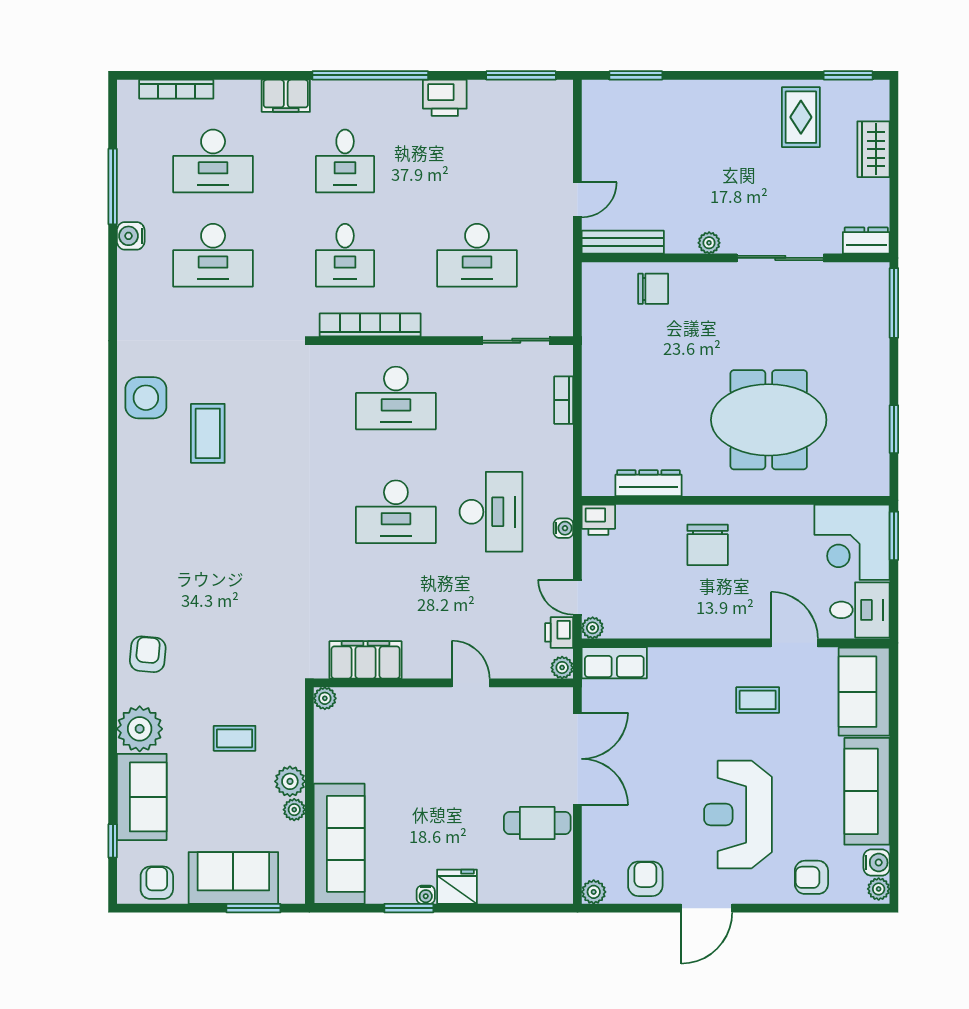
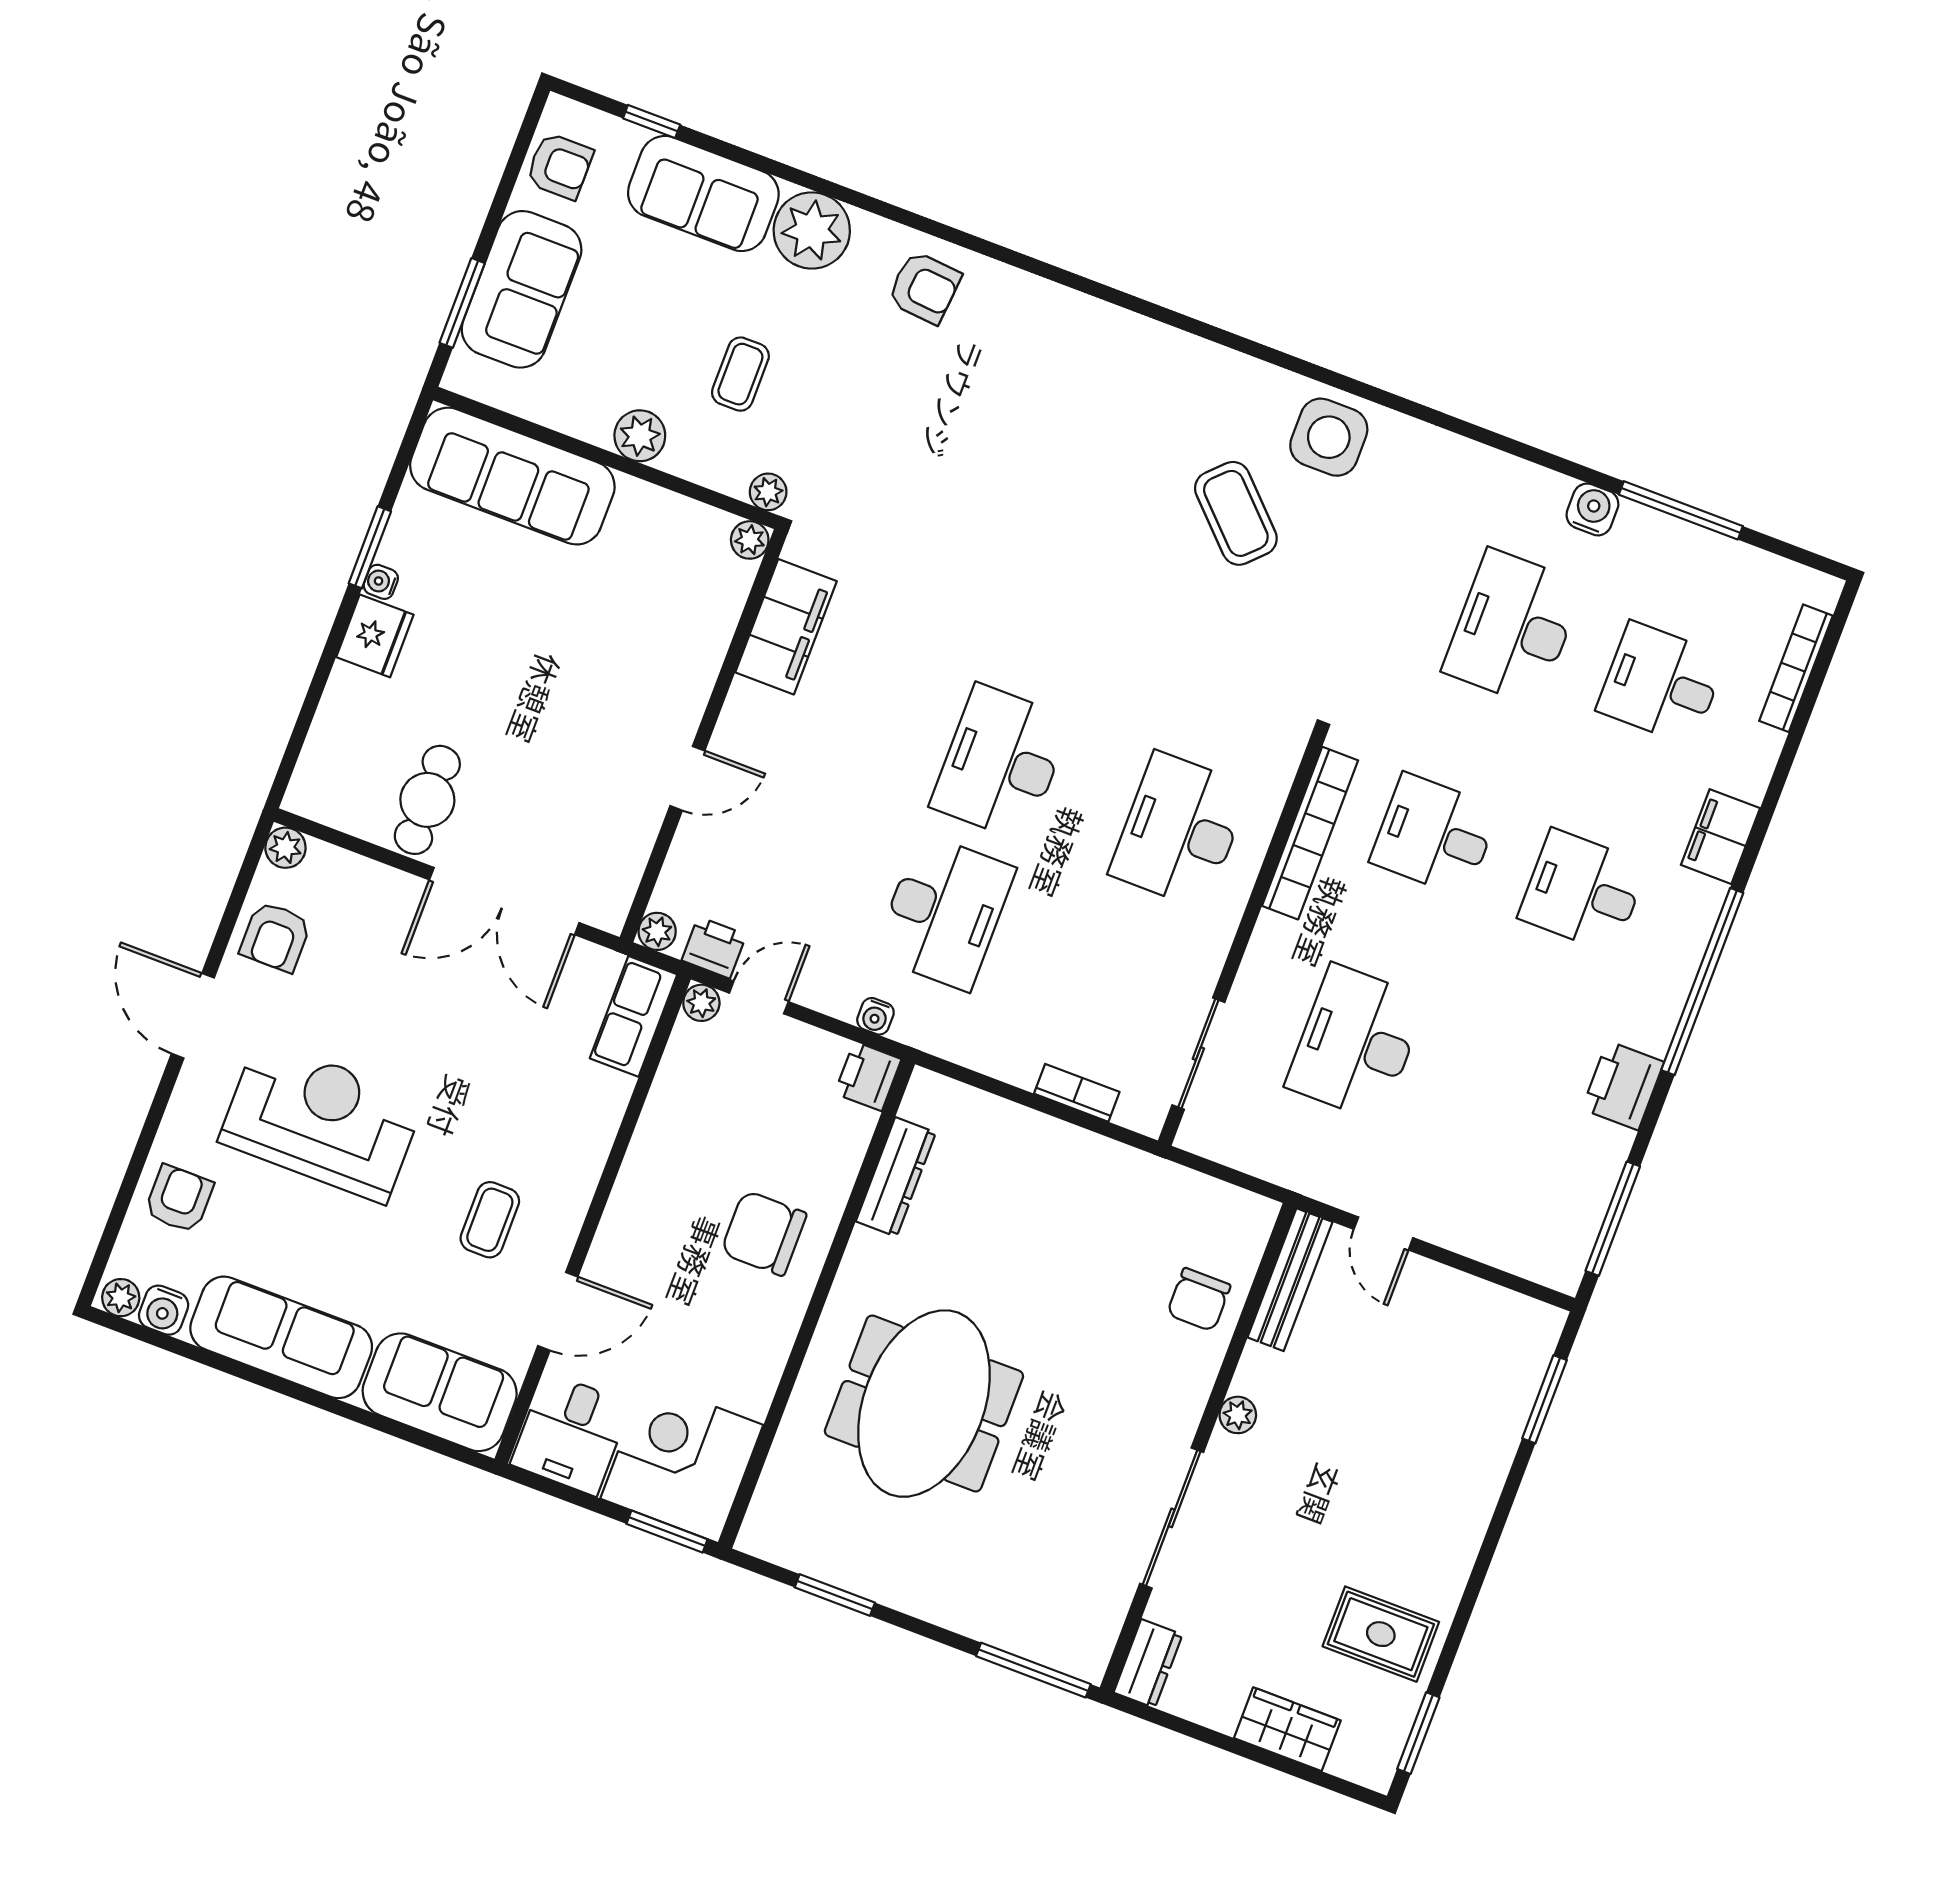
desk: (213, 161) -> (1661, 683), width x0.73
coffee table: (208, 433) -> (1236, 513), turned 45
desk: (491, 512) -> (944, 912), turned -90
plant: (294, 810) -> (768, 492), moved
armchair: (645, 879) -> (275, 937), turned 90

